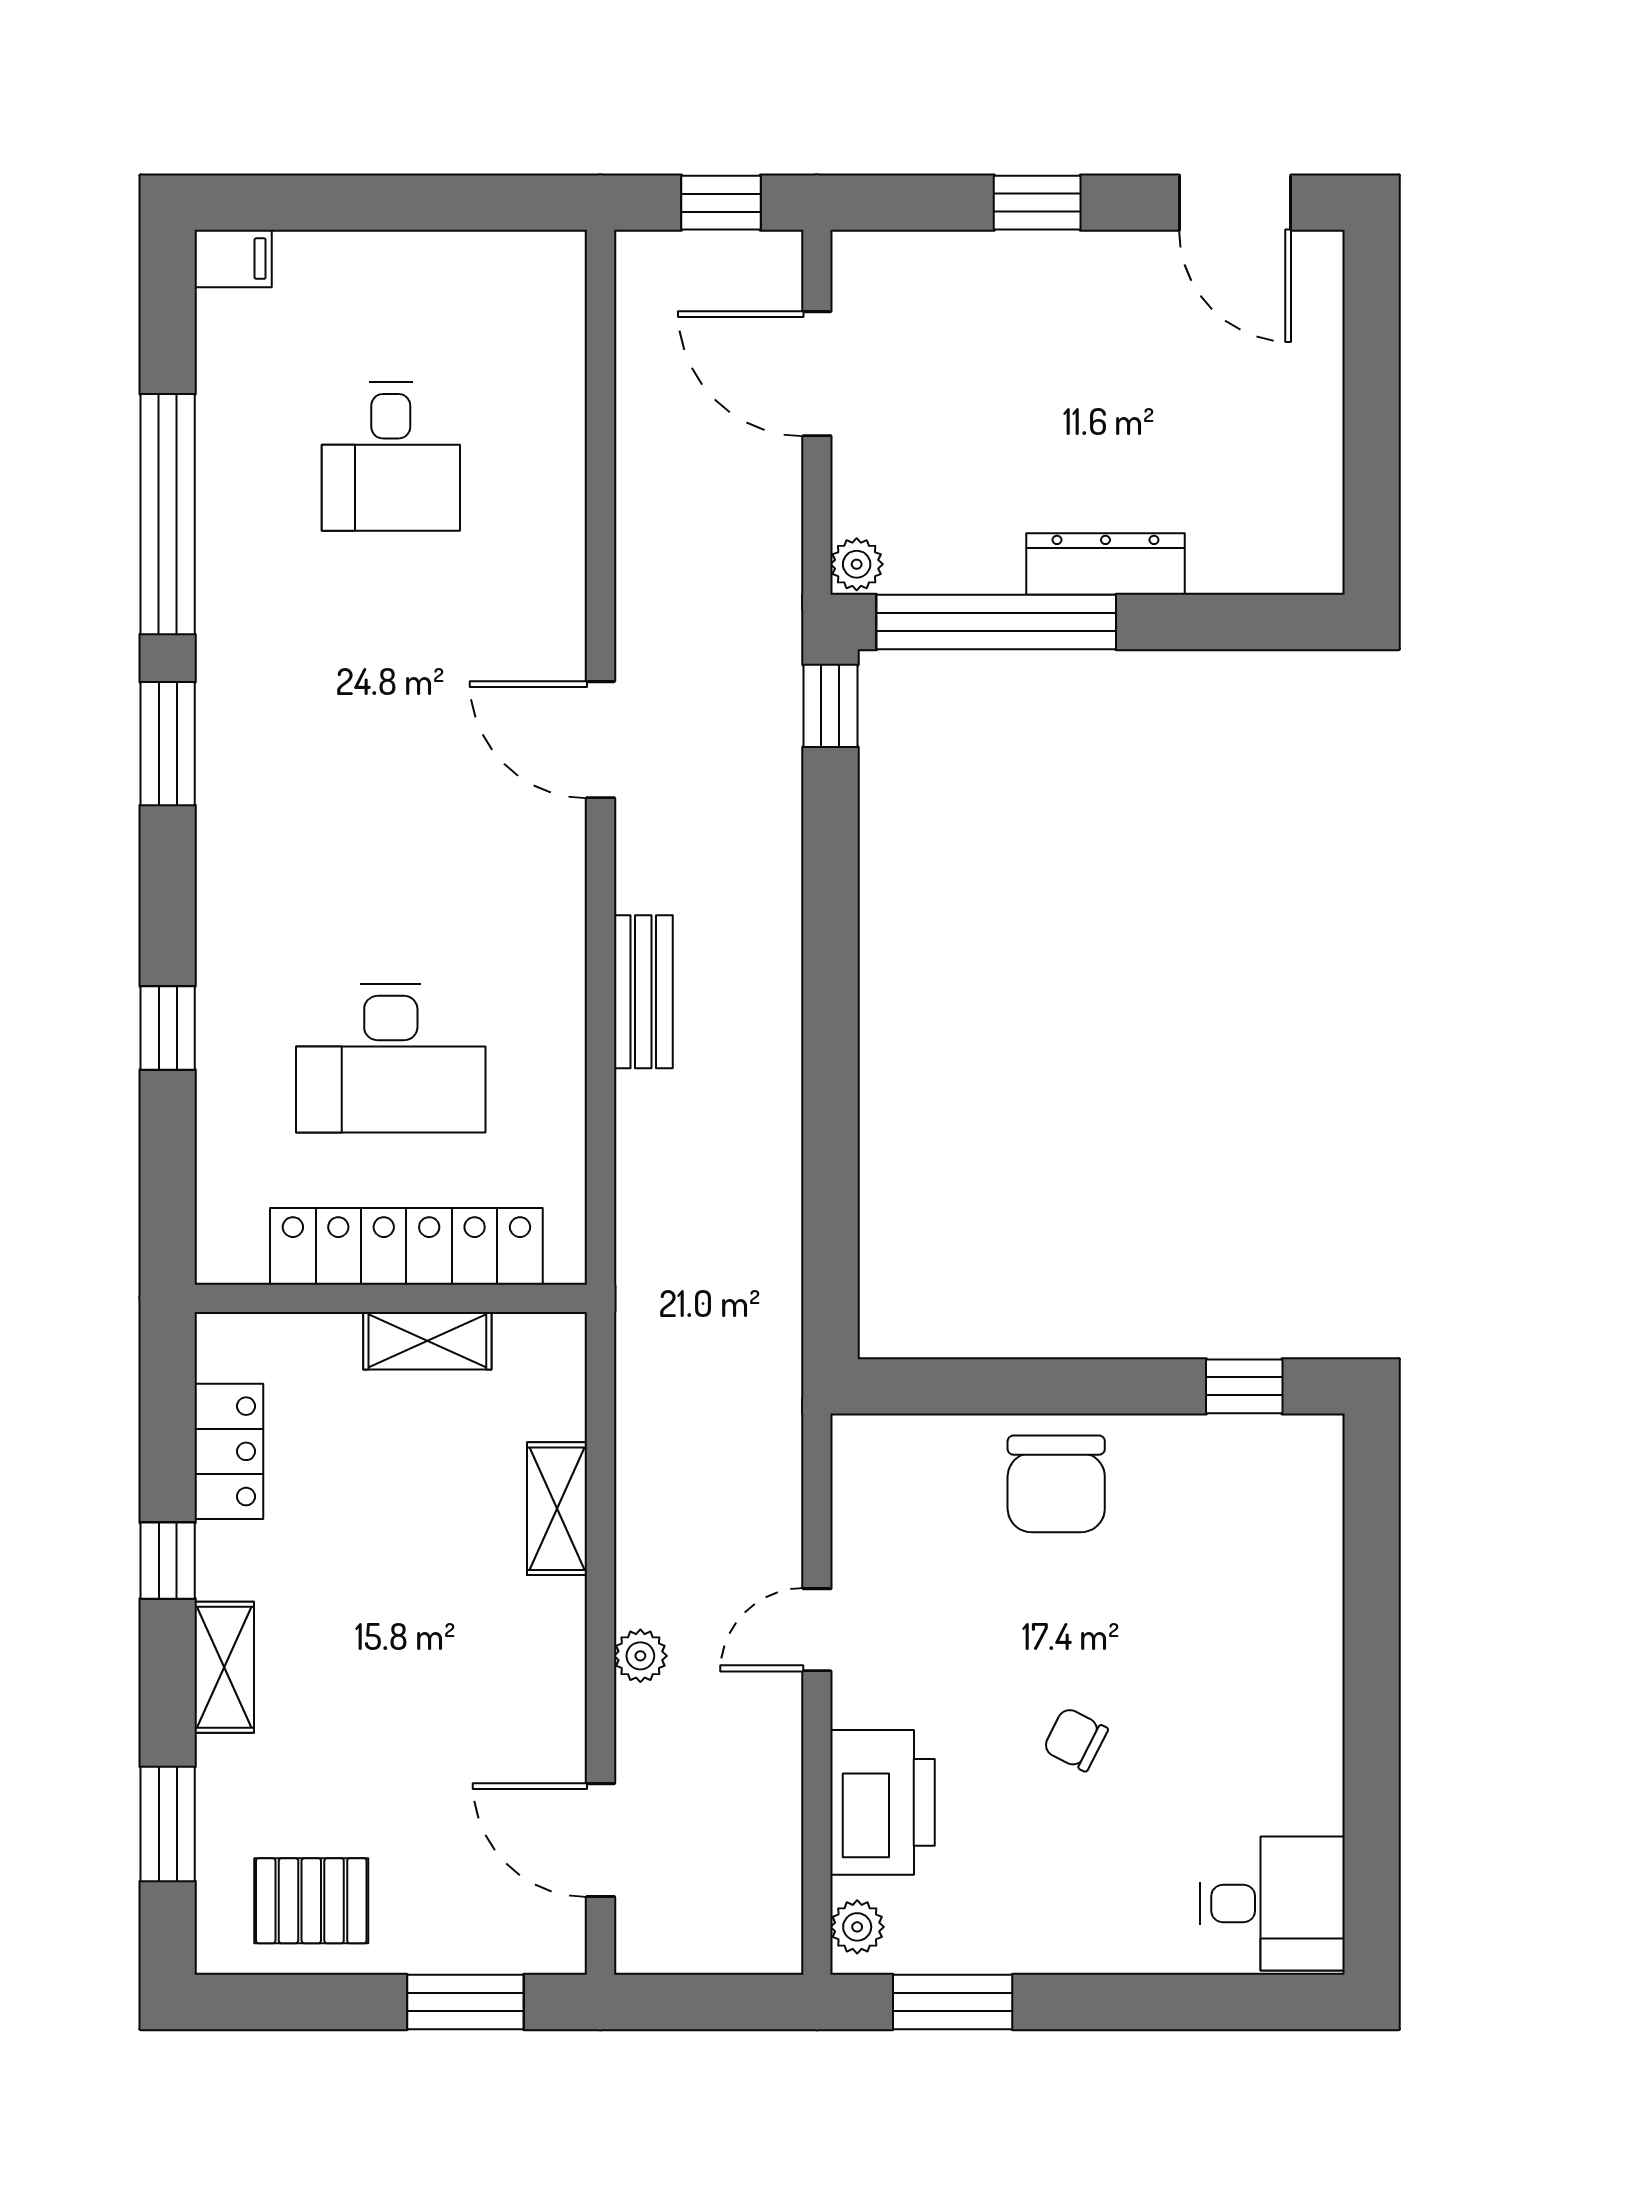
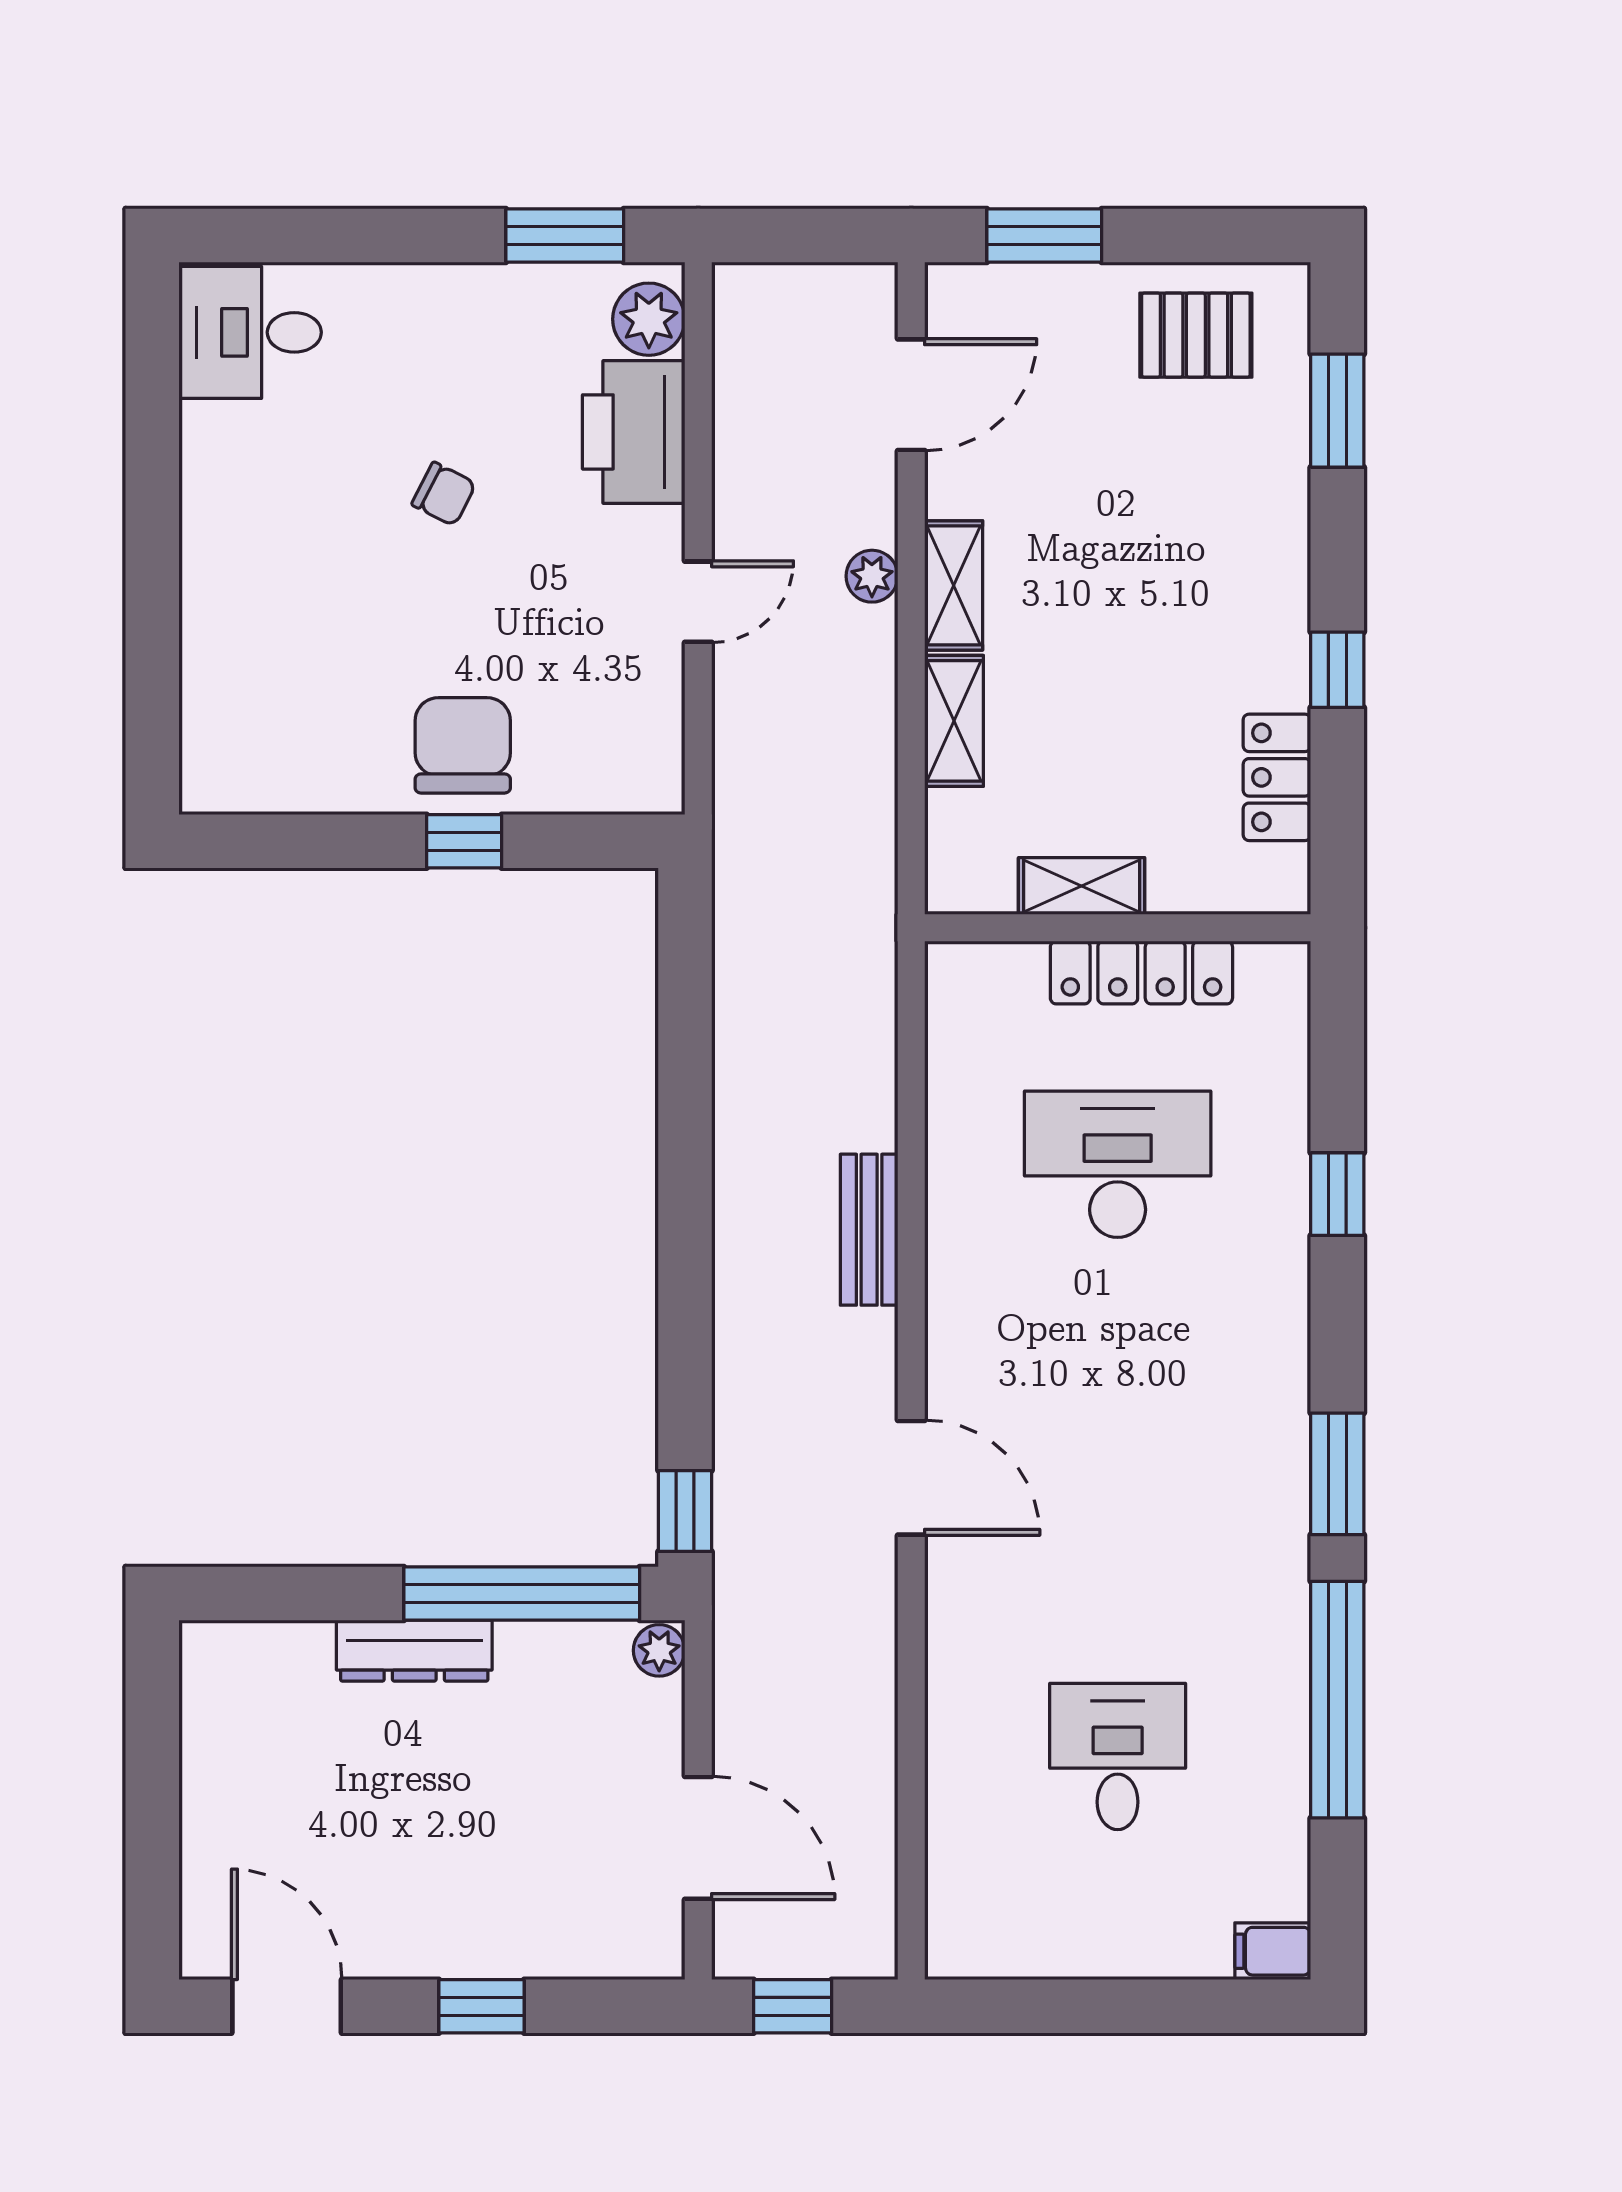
locker: (406, 1246) -> (1141, 973), width x0.71, depth x0.83
window: (1244, 1386) -> (464, 841), moved
shelving: (224, 1667) -> (954, 585), moved
door: (600, 1840) -> (911, 395), hinge flipped
plant: (857, 1927) -> (649, 319), width x1.38, depth x1.38

